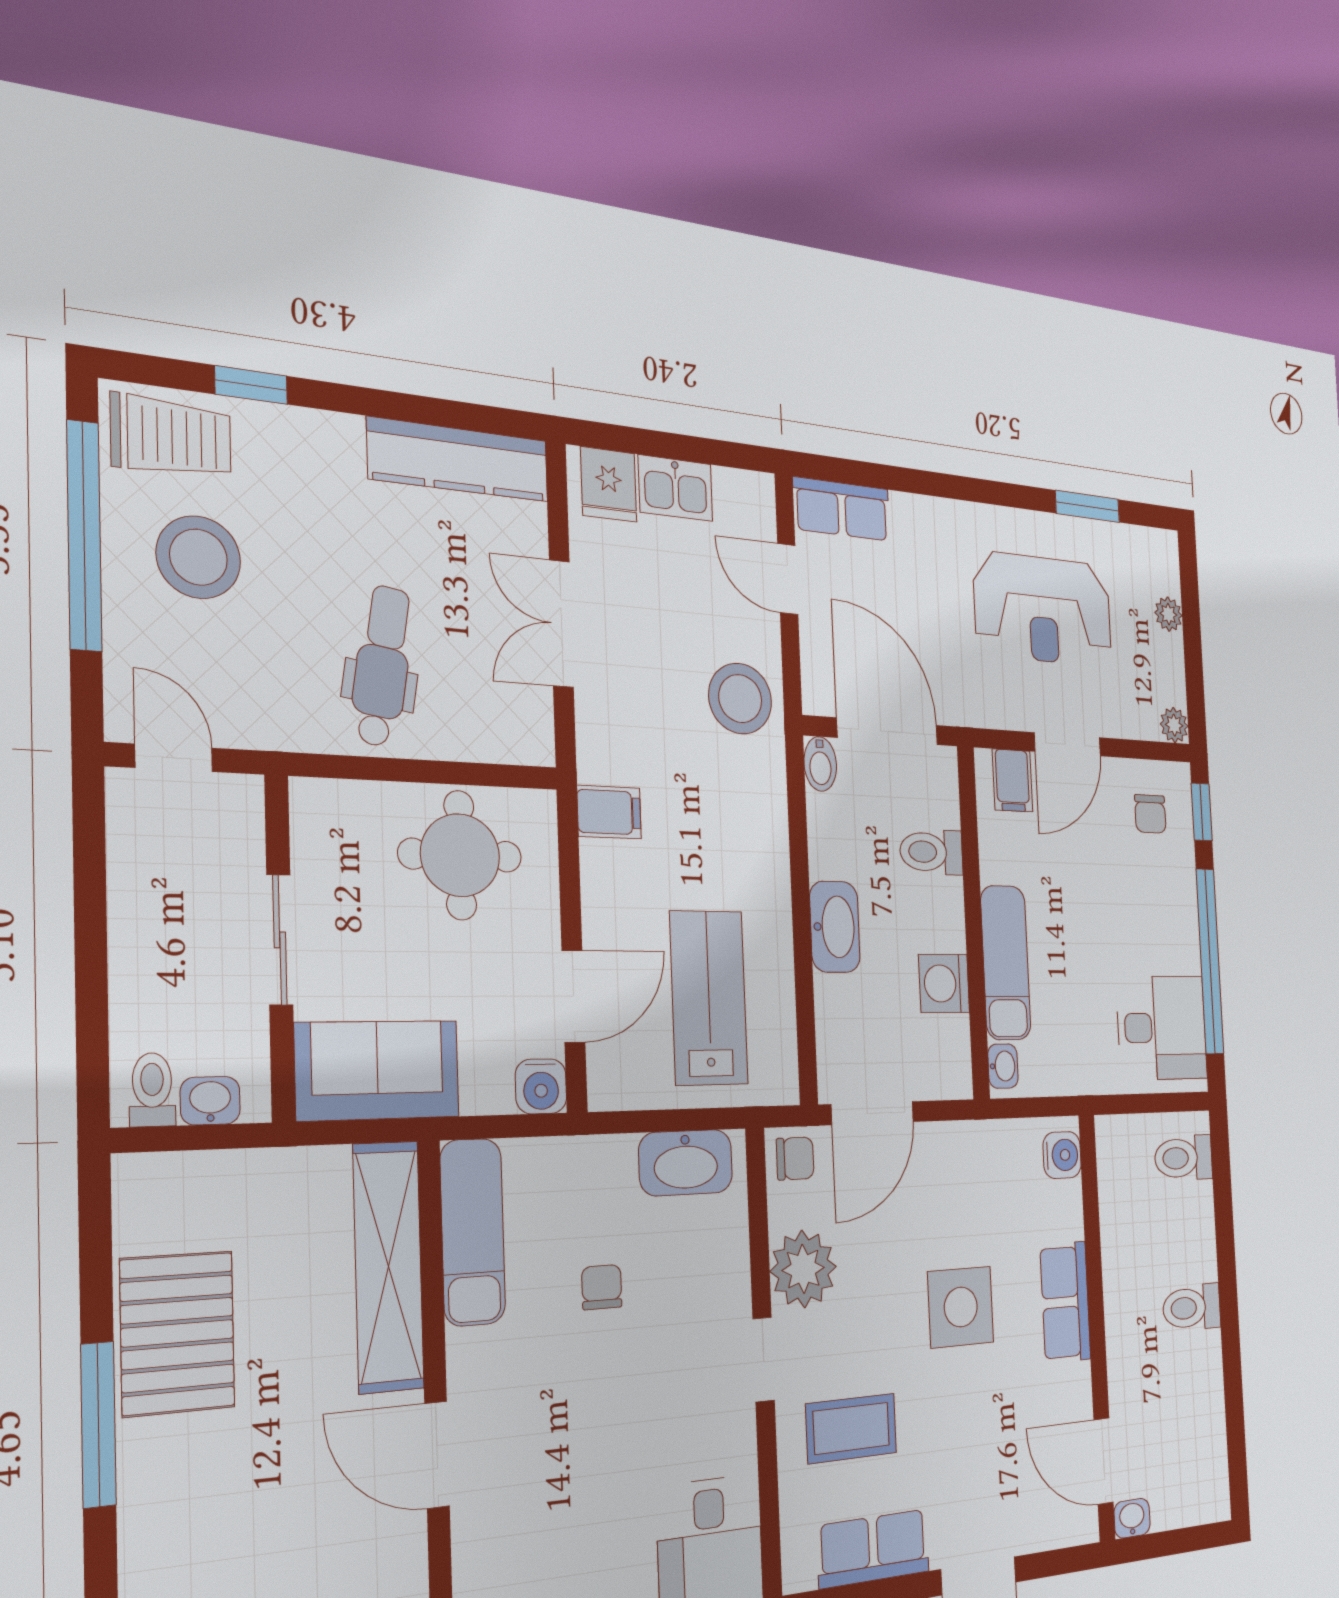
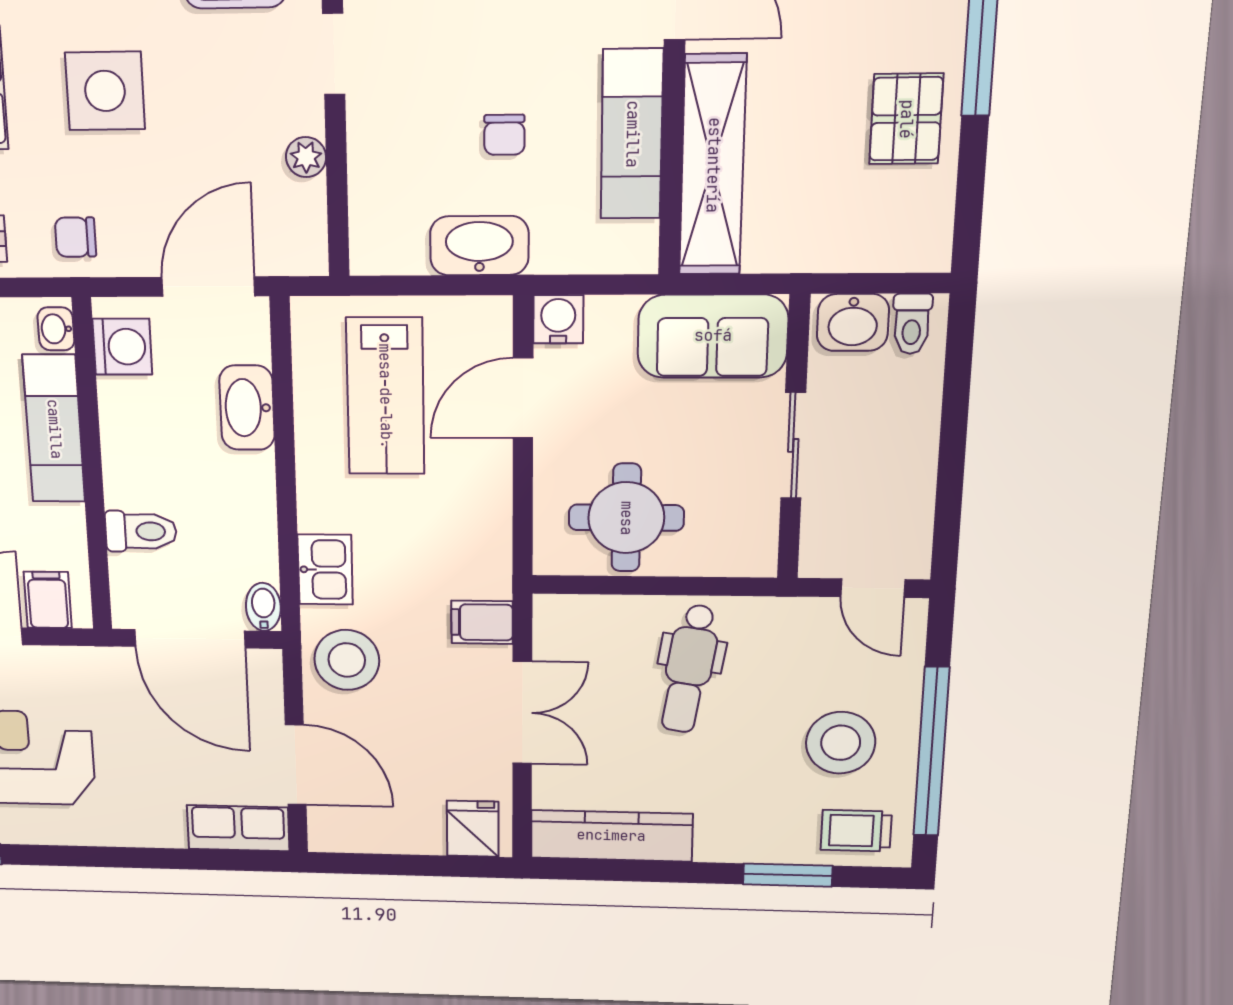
window: (251, 385) -> (788, 875), width x1.50
trolley: (171, 436) -> (856, 831), width x0.73, depth x0.72
kitchen sink: (676, 488) -> (325, 570), moved, turned 90
door: (788, 579) -> (296, 765), width x1.38
filing cabinet: (609, 812) -> (482, 622), moved
washbasin: (835, 927) -> (247, 408), moved
washing machine: (944, 983) -> (122, 347), moved
washbasin: (210, 1101) -> (853, 322), width x1.38, depth x1.45
chair: (795, 1159) -> (76, 237), moved
washbasin: (686, 1163) -> (479, 246), moved
exam couch: (473, 1232) -> (632, 134), moved
plant: (803, 1269) -> (306, 157), width x0.53, depth x0.53
pallet: (178, 1333) -> (906, 119), width x0.67, depth x0.71

